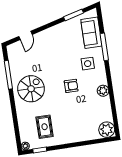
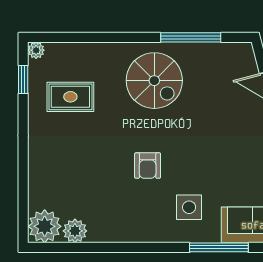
plant: (103, 91) -> (75, 231), moved

